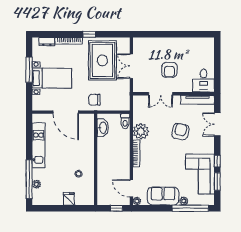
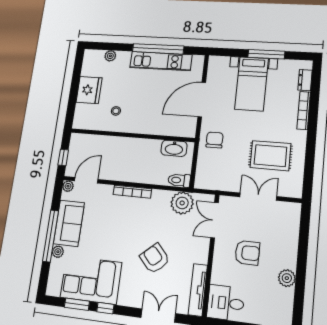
window: (89, 34) -> (311, 140), removed
plant: (183, 43) -> (287, 278), added
rug: (102, 60) -> (270, 156), width x0.73, depth x0.69
armchair: (169, 70) -> (247, 253), turned 180
double door: (161, 94) -> (215, 220), moved
plant: (141, 131) -> (182, 203), moved
armchair: (180, 132) -> (155, 258), turned -144
window: (29, 179) -> (158, 49), moved
fridge: (69, 199) -> (89, 90), width x1.88, depth x1.34
window: (190, 208) -> (51, 236), moved

